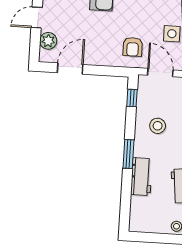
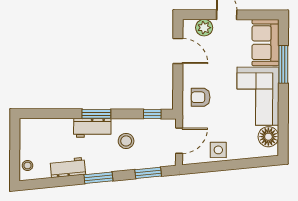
armchair: (133, 47) -> (201, 97), moved
workbench: (141, 177) -> (92, 128), moved

